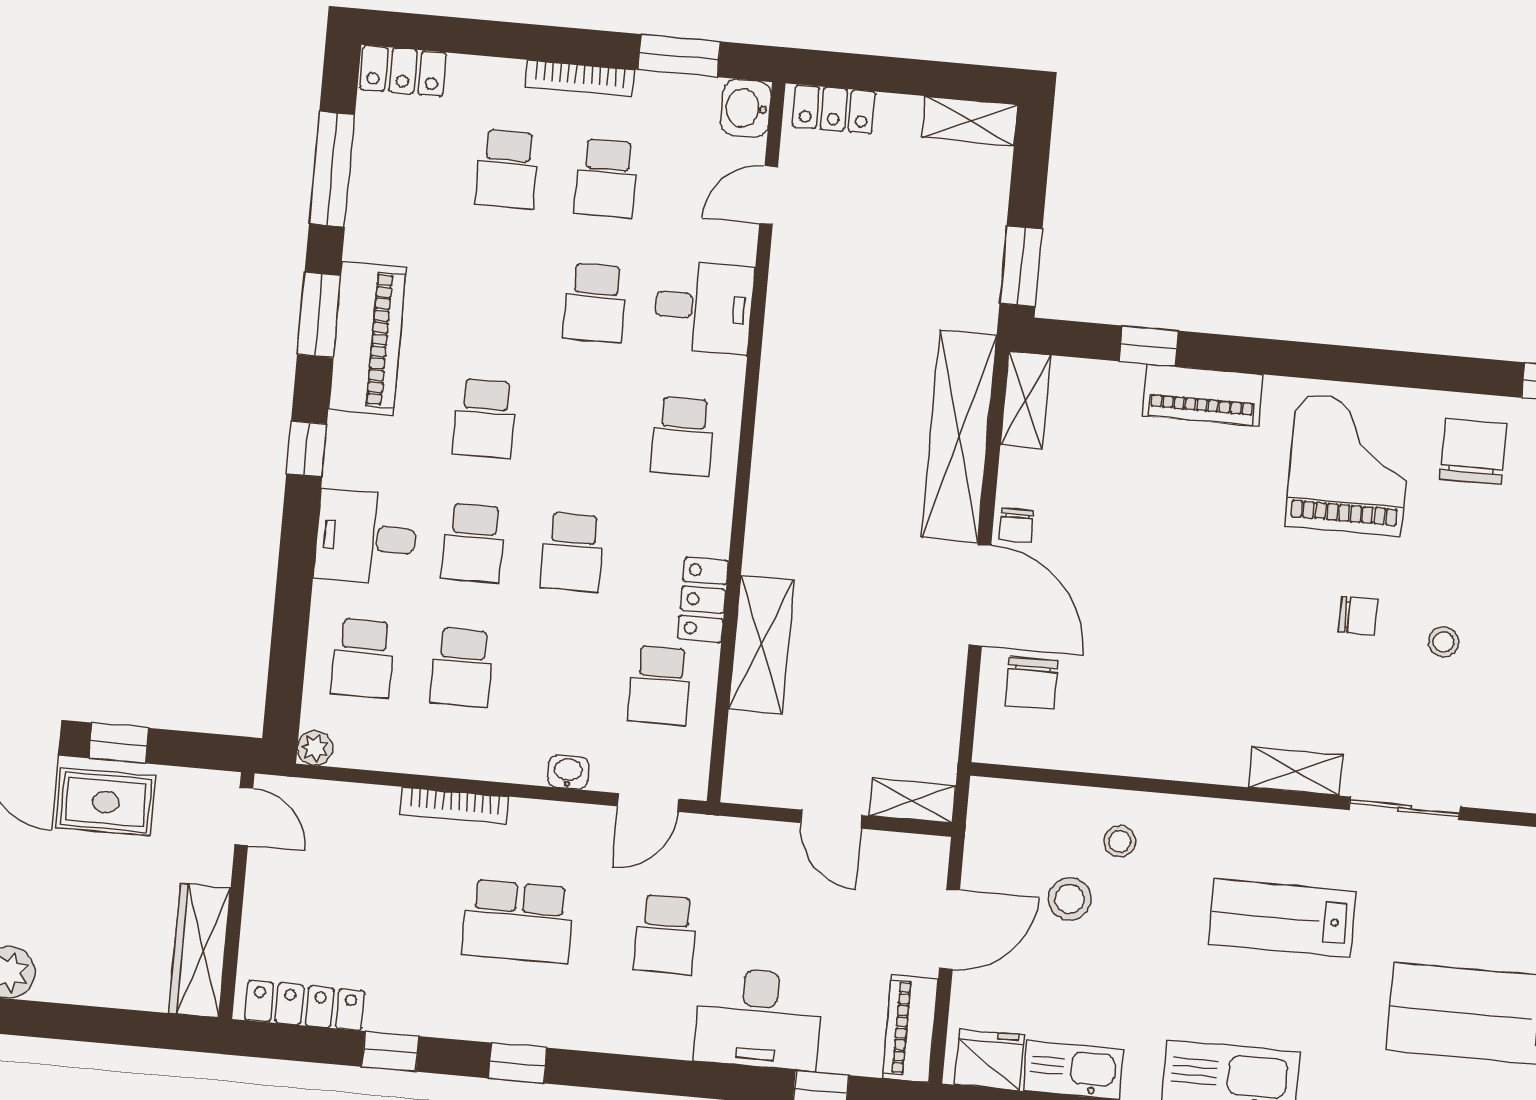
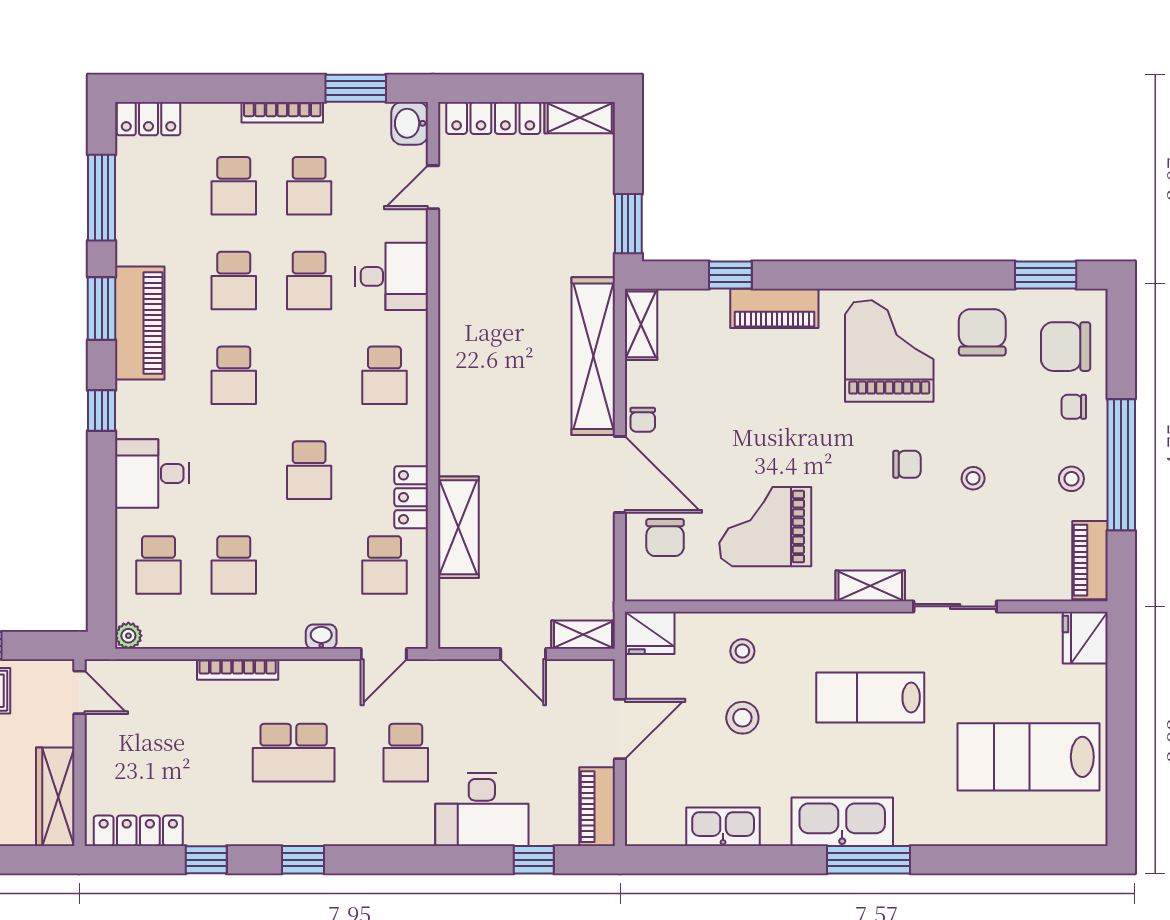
locker: (834, 109) -> (493, 118), width x1.53
school desk: (473, 543) -> (234, 281), moved
grand piano: (1165, 681) -> (765, 527), added
stool: (1070, 899) -> (742, 718), moved
fridge: (989, 1060) -> (650, 633), moved, turned 180

